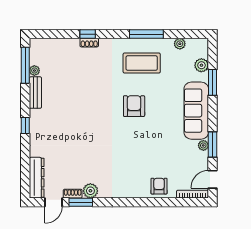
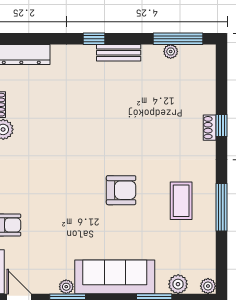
plant: (180, 44) -> (208, 286), moved
coffee table: (142, 63) -> (181, 201), width x0.73, depth x0.76
bench: (35, 93) -> (119, 53), moved

